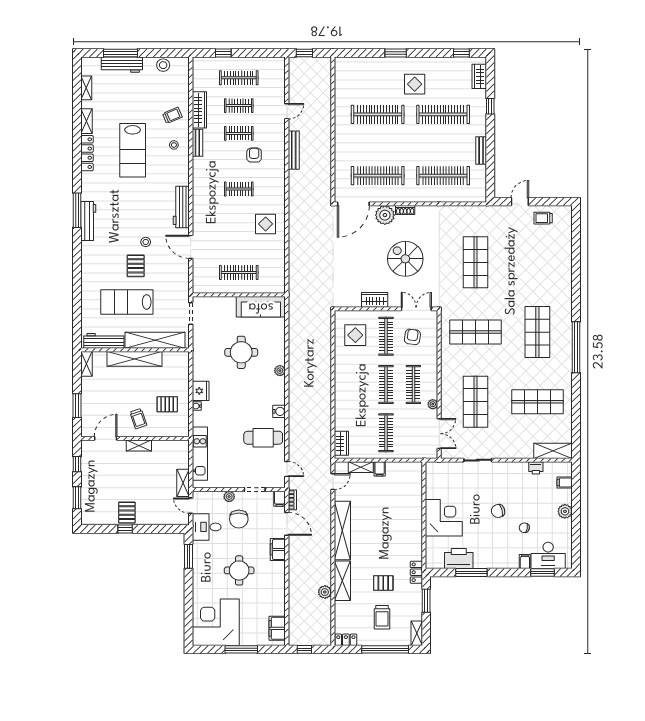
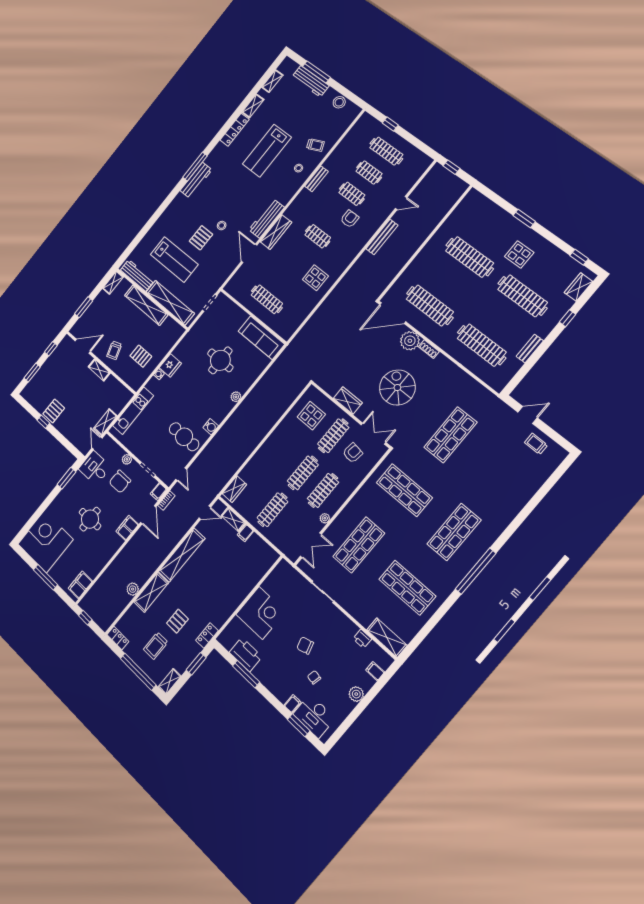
wardrobe: (199, 110) -> (276, 232), moved
lab bench: (127, 302) -> (174, 259), turned 180
pallet: (383, 583) -> (177, 621), turned 90

